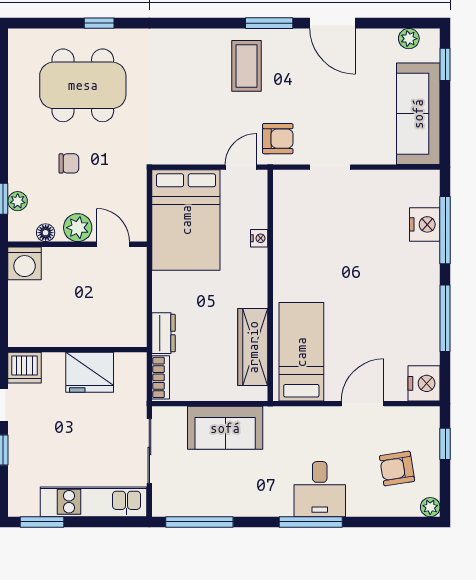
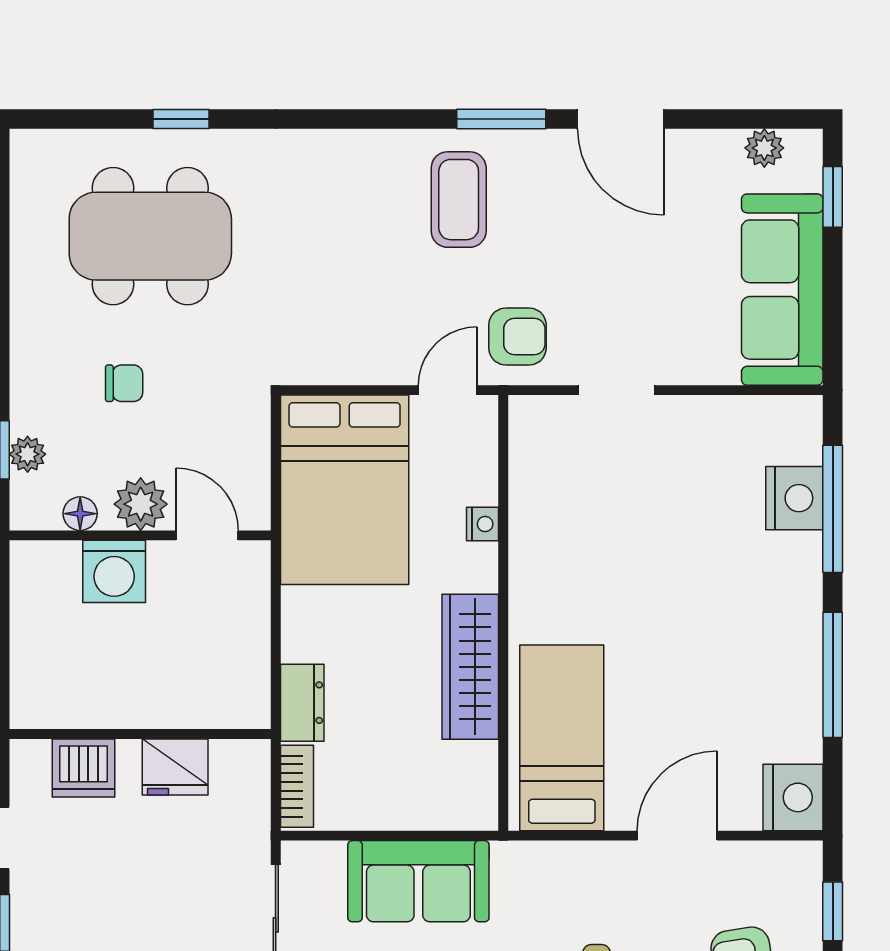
washing machine: (25, 263) -> (114, 571), moved
wardrobe: (253, 347) -> (470, 667), moved
dishwasher: (24, 368) -> (84, 768), moved
fridge: (90, 372) -> (175, 767), width x0.73, depth x0.75

